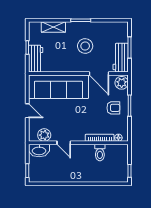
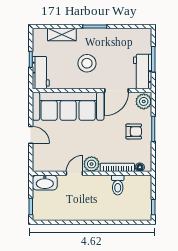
stool: (85, 46) -> (87, 63), moved
door: (99, 74) -> (117, 90), hinge flipped
plant: (44, 135) -> (92, 164), moved
door: (64, 143) -> (74, 173), swing flipped

